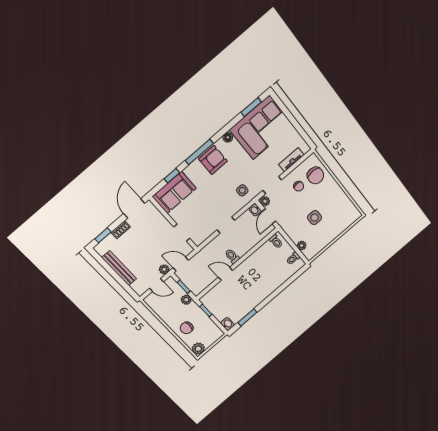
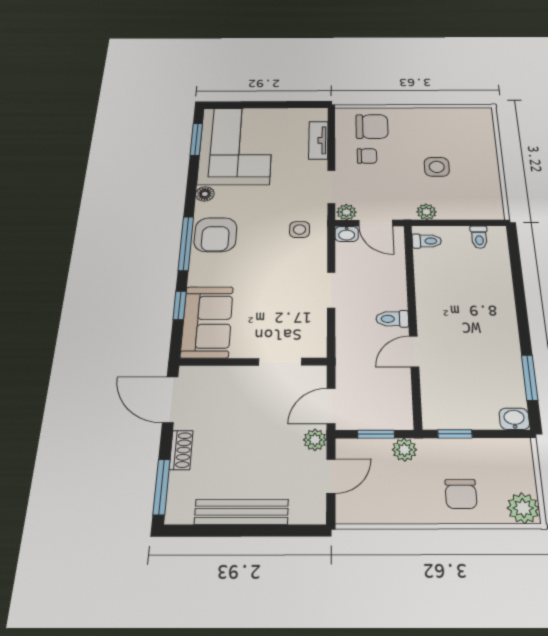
armchair: (213, 160) -> (215, 235), turned 180
window: (103, 235) -> (162, 487), width x1.50
plant: (302, 246) -> (426, 212), moved

